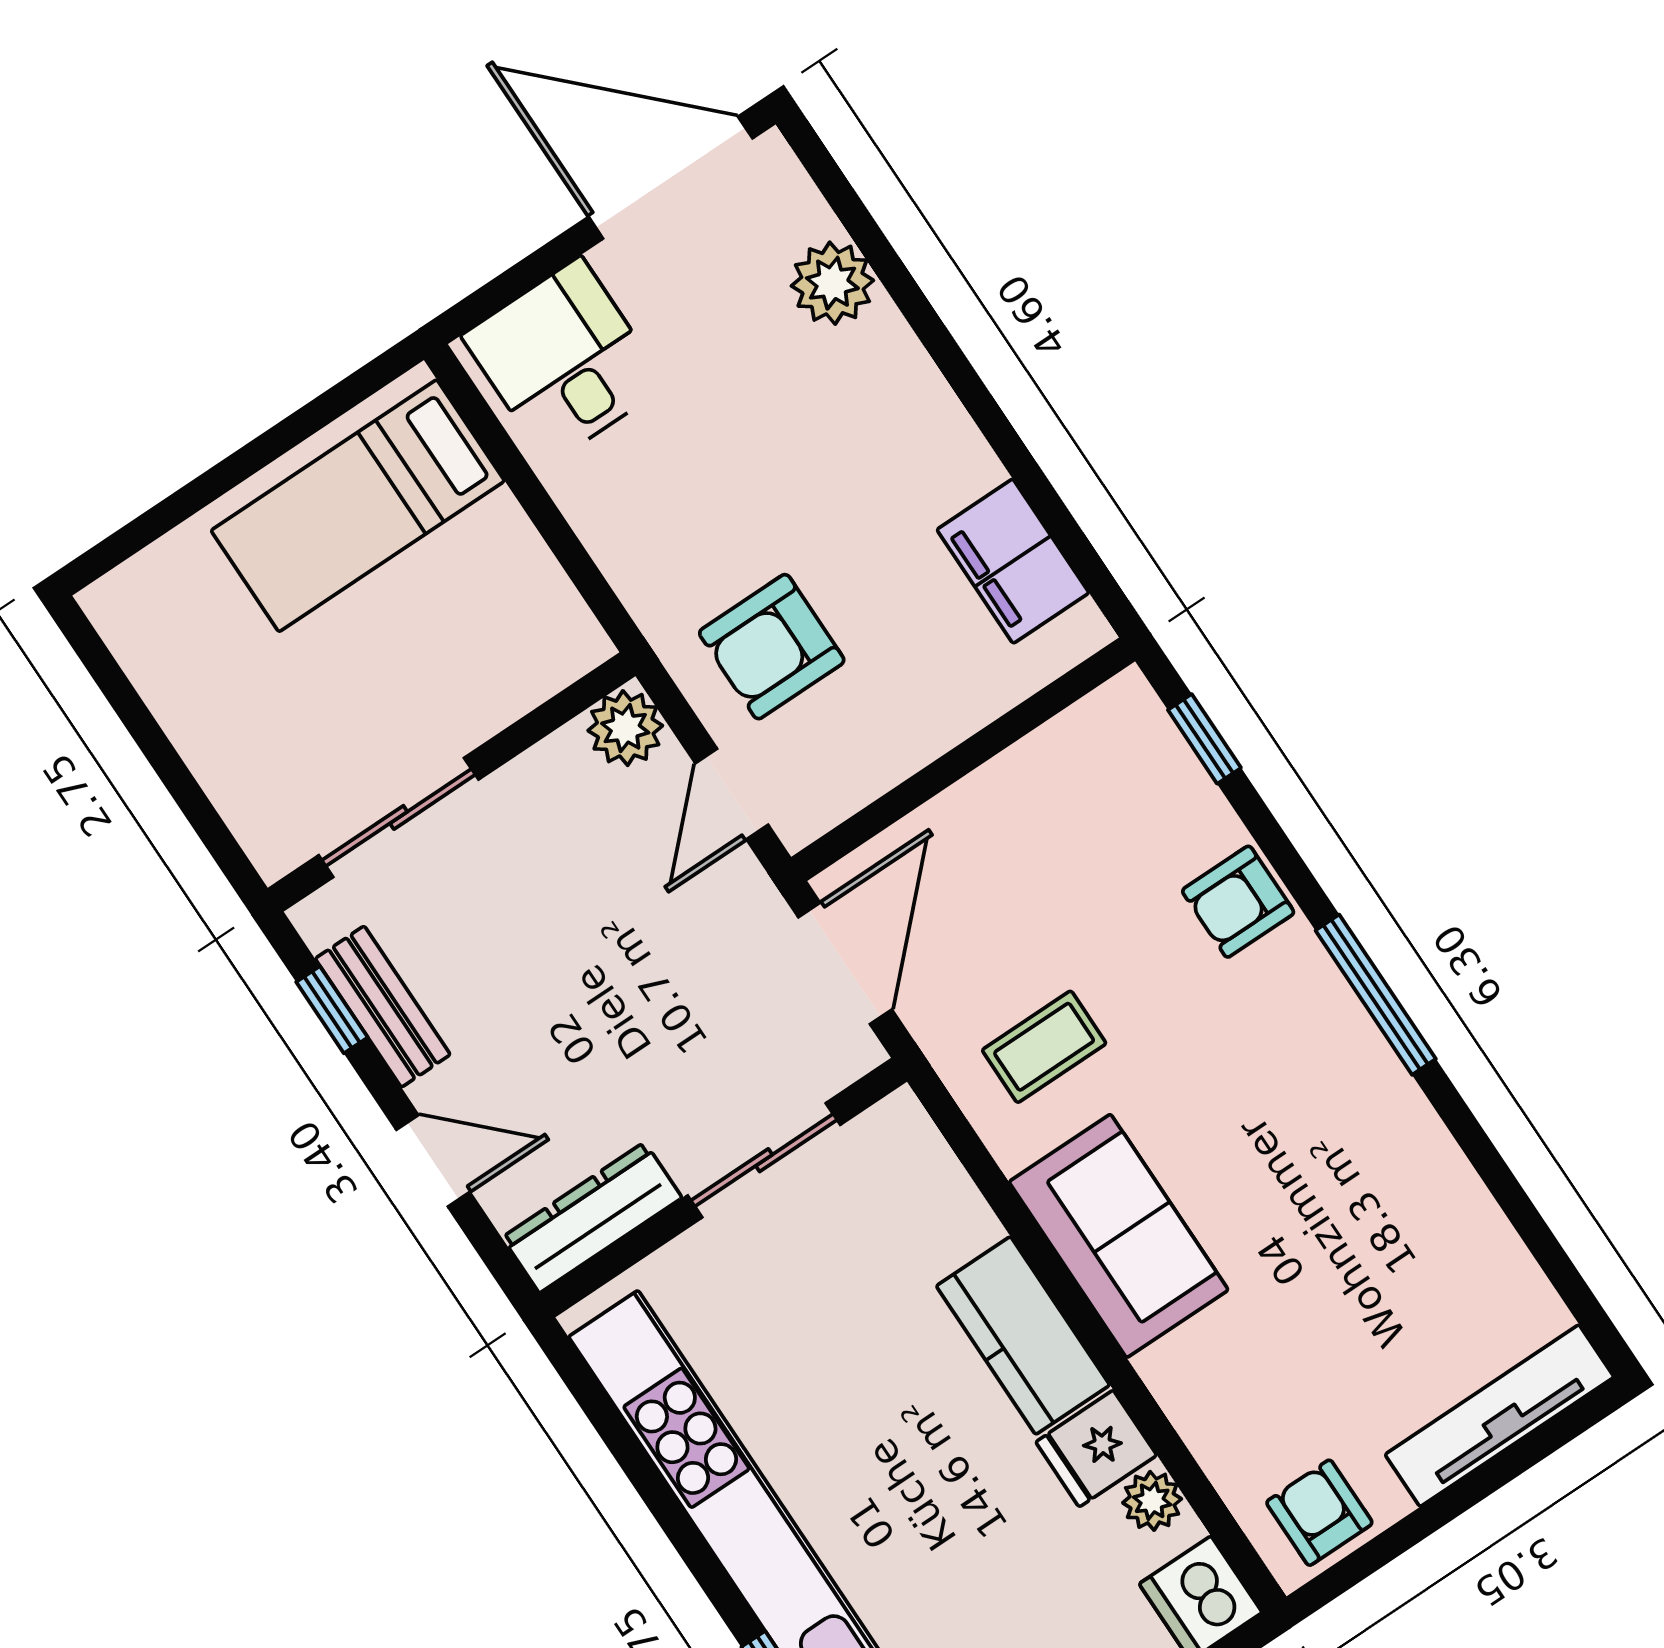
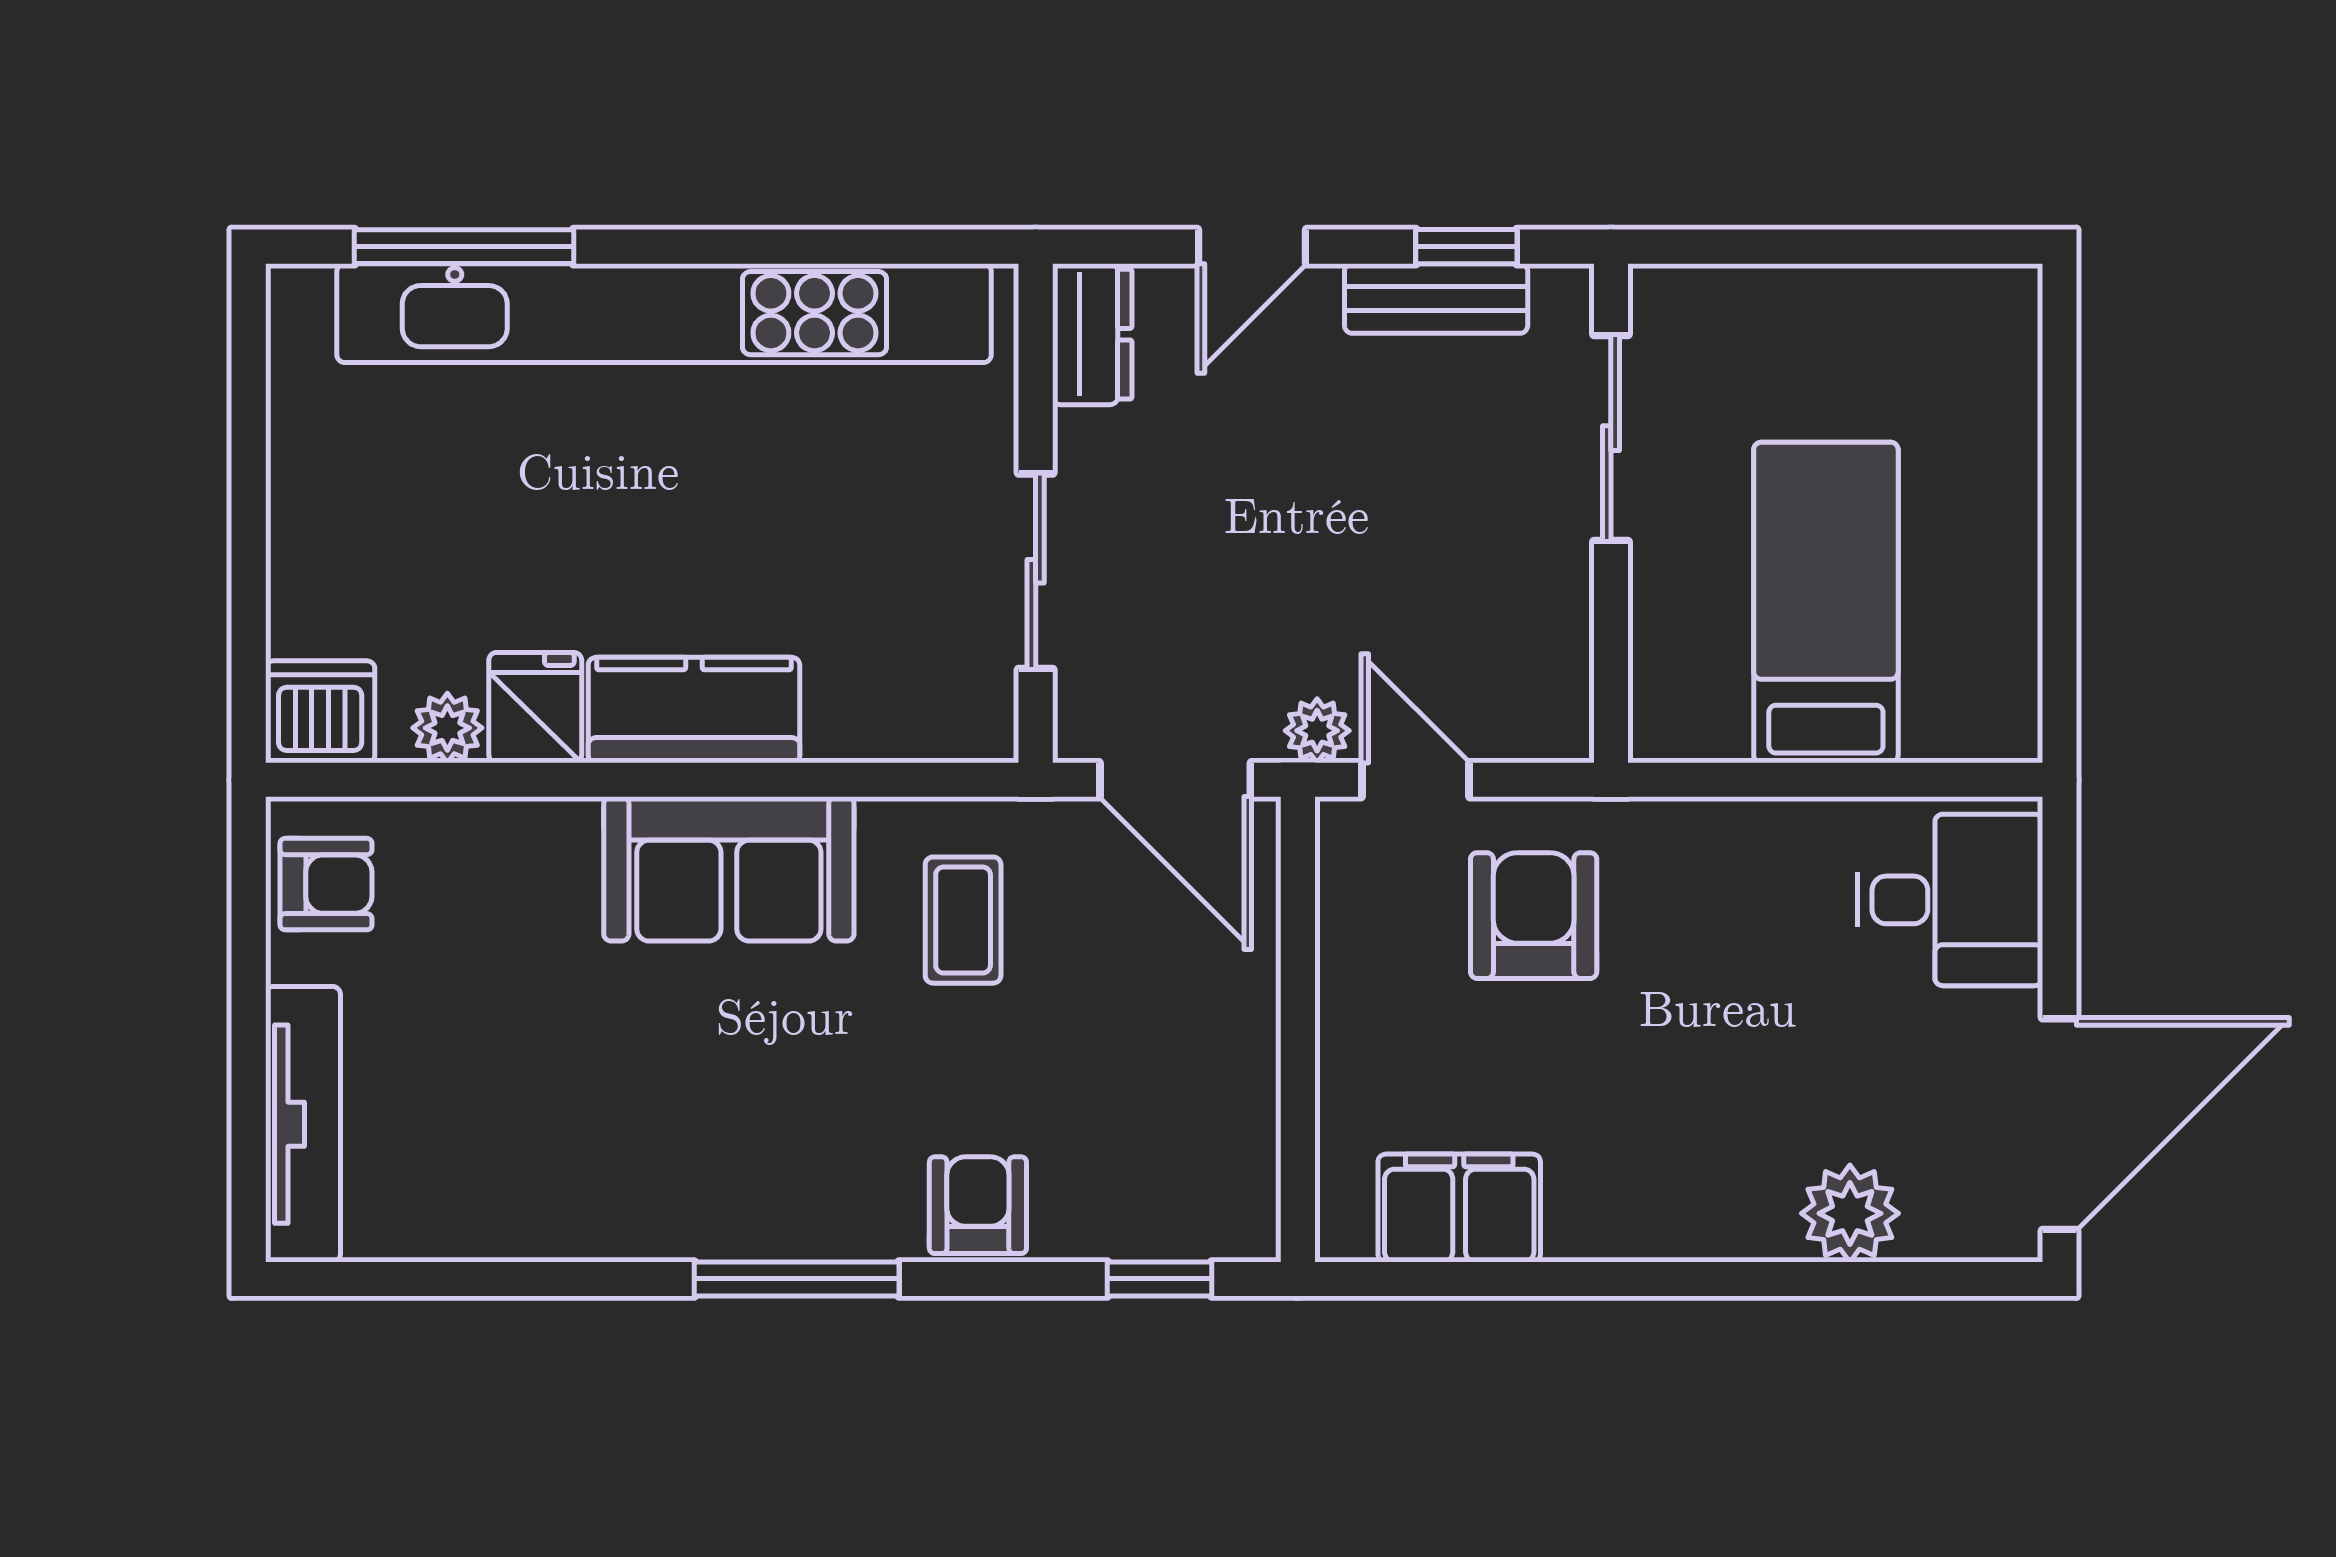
bed: (358, 506) -> (1826, 602), moved
plant: (625, 728) -> (1317, 731), moved, width x0.73, depth x0.73
dresser: (592, 1218) -> (1092, 334), width x0.70

